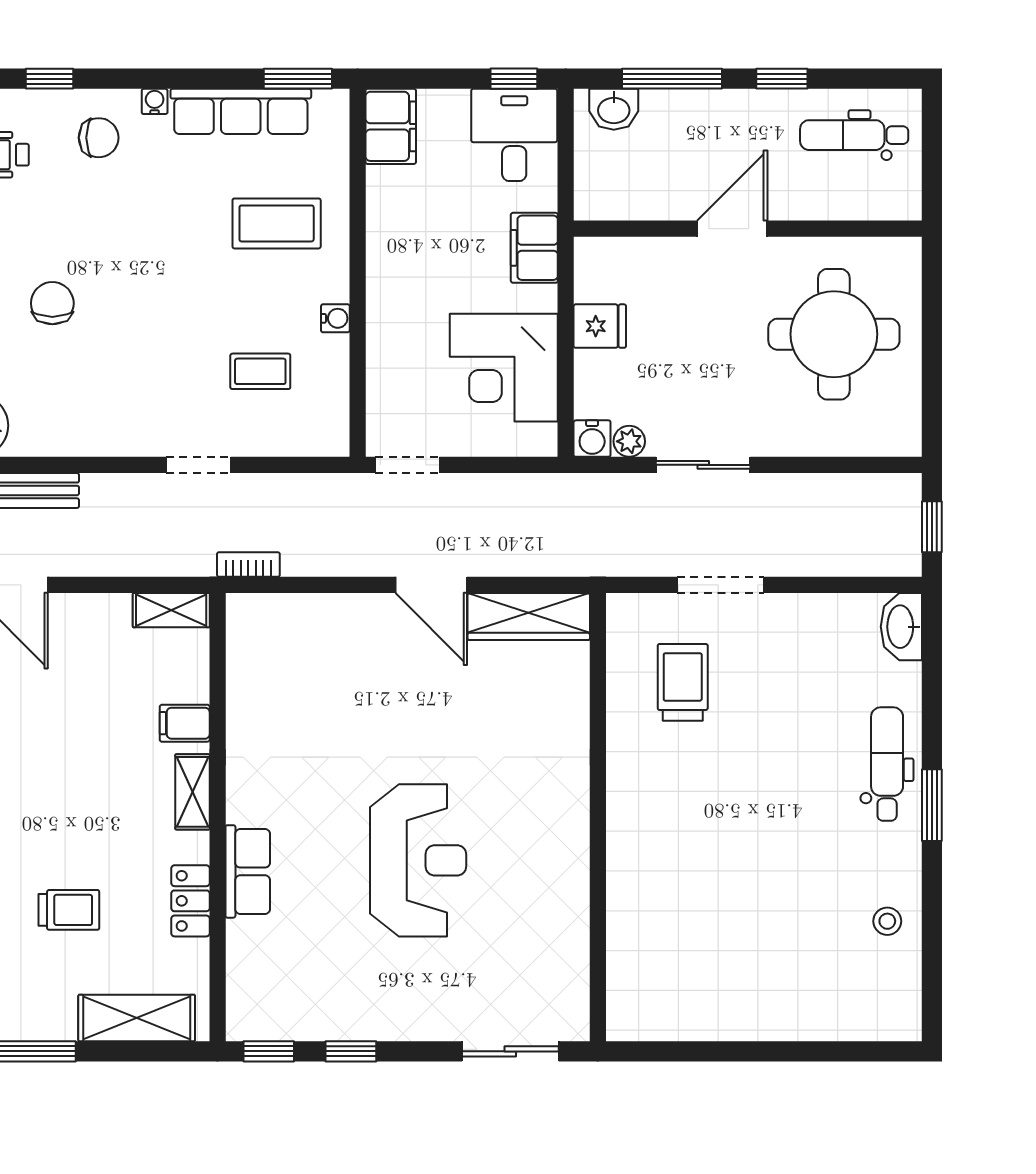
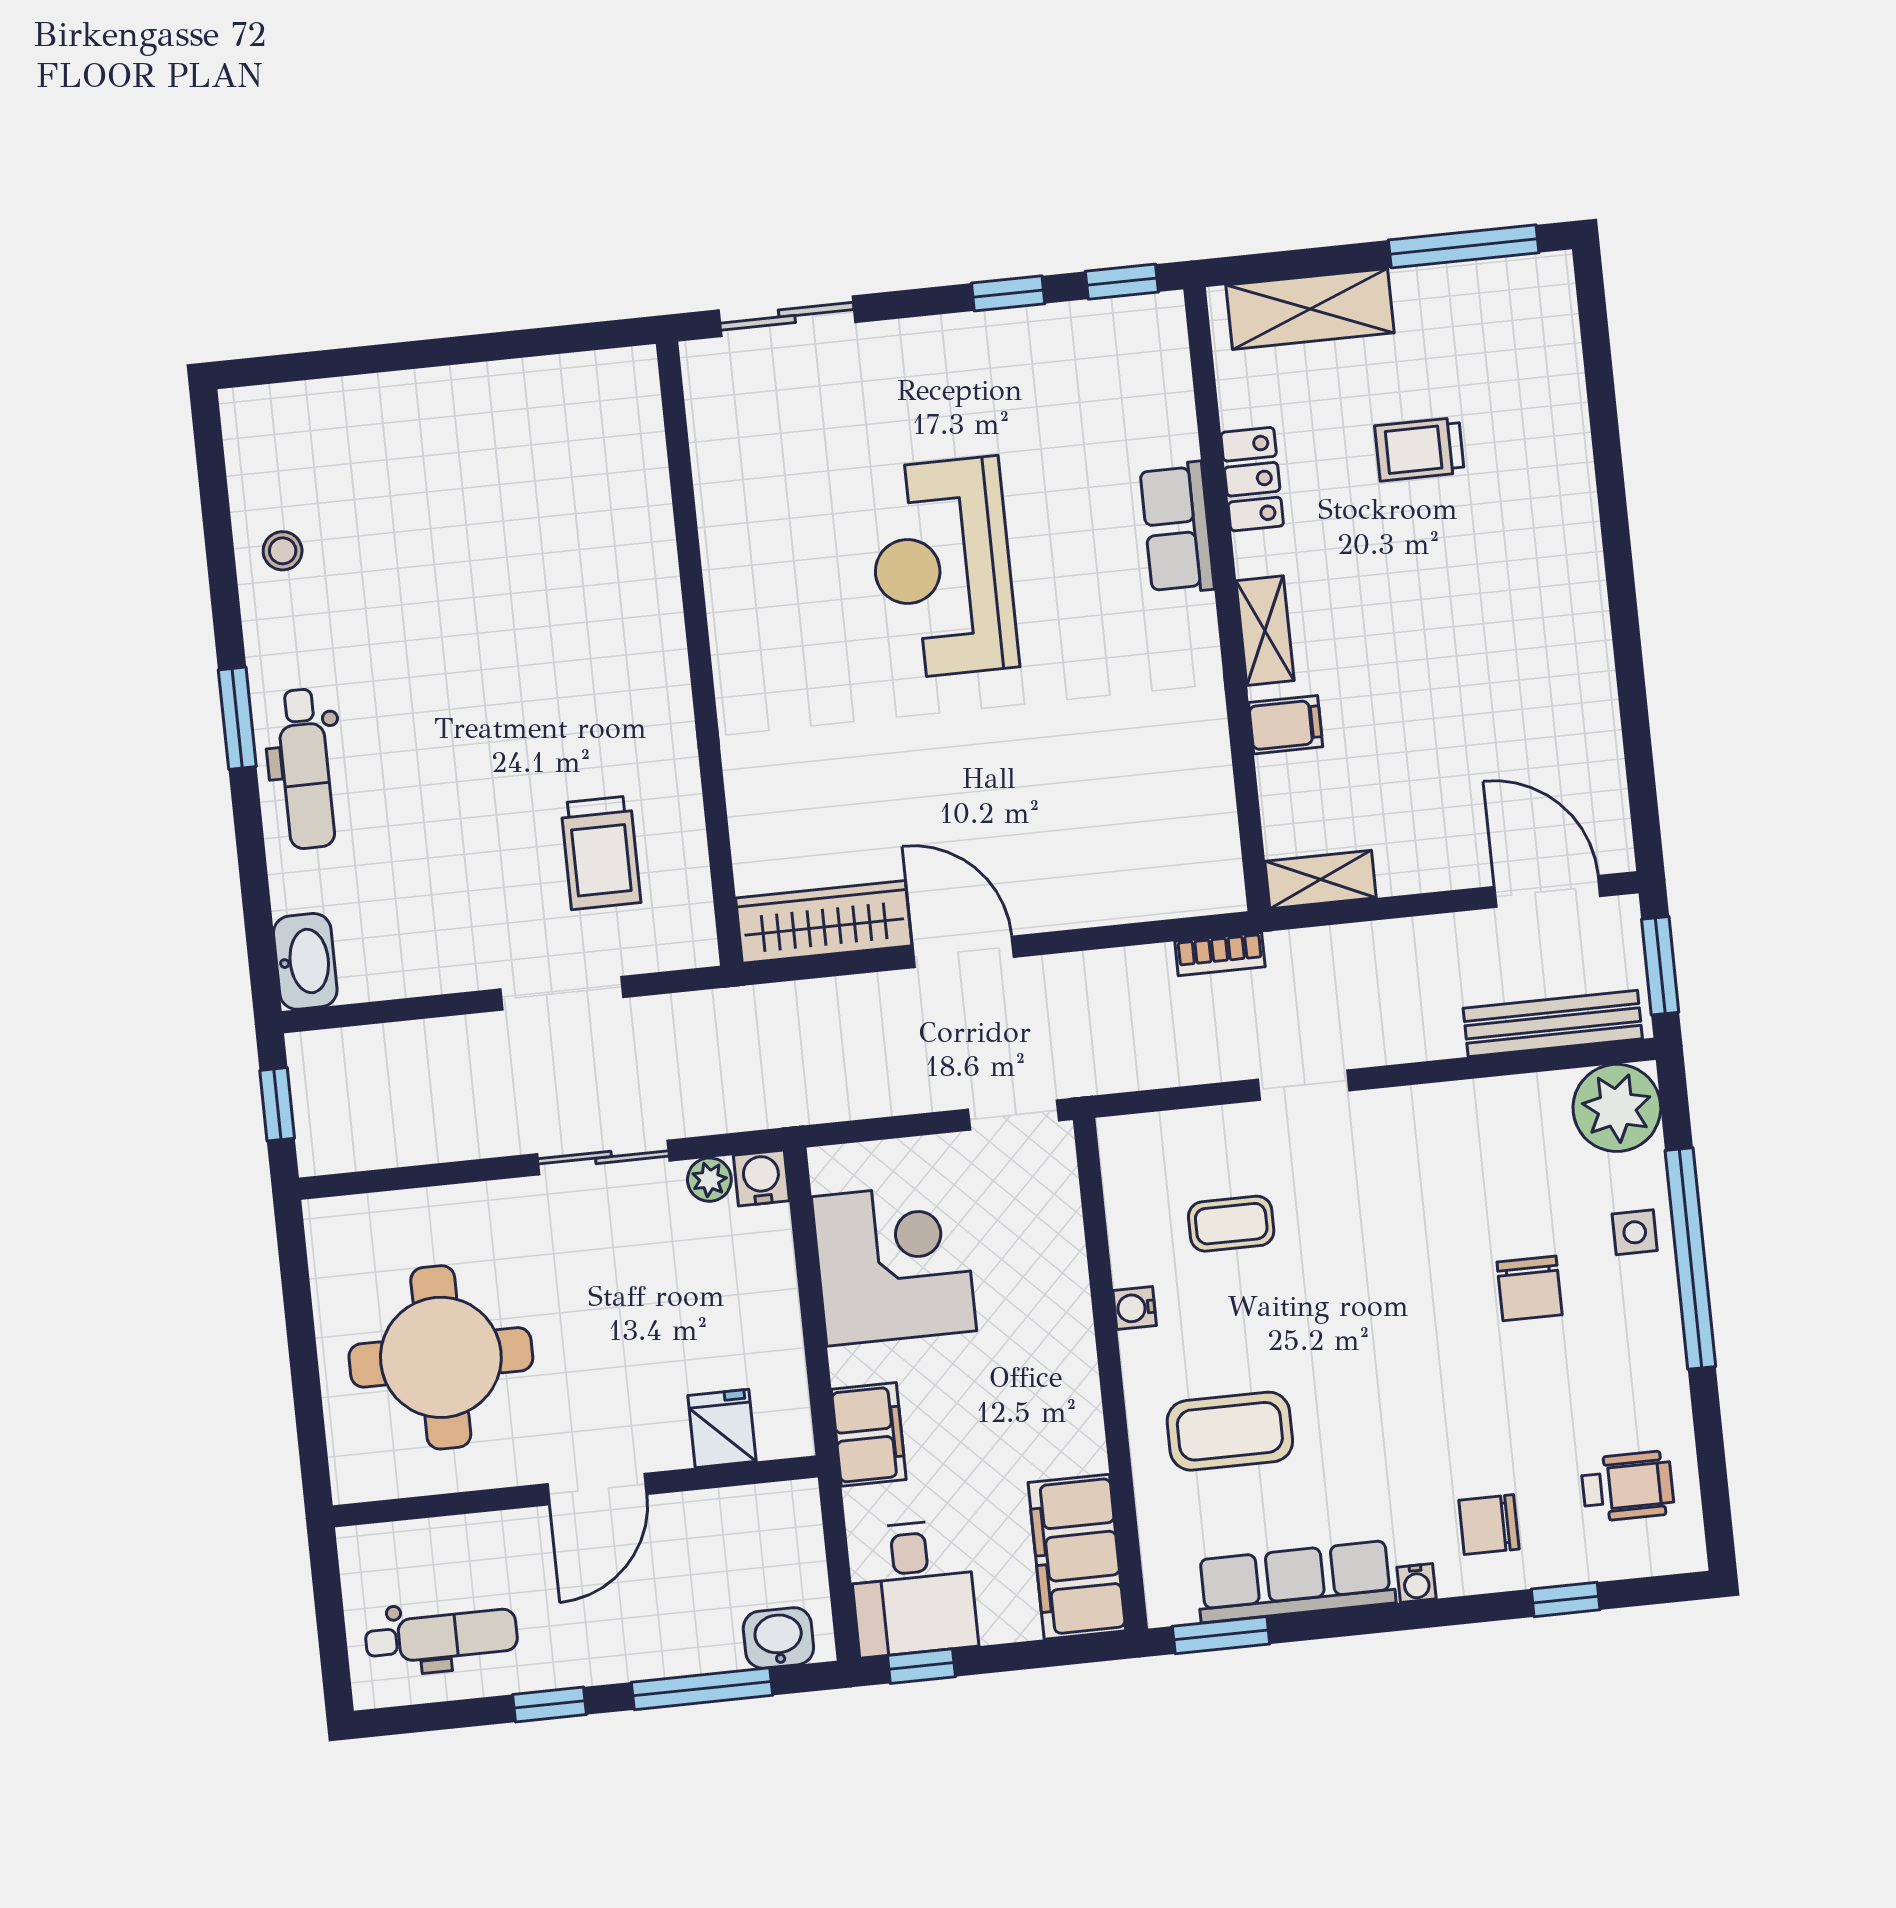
filing cabinet: (391, 126) -> (1077, 1557), width x1.50, depth x1.17
fridge: (600, 326) -> (722, 1428), moved, turned 90

